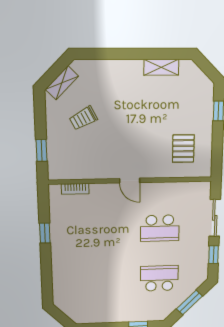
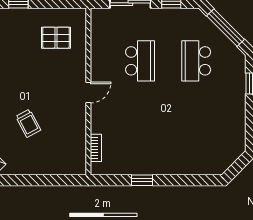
trolley: (83, 118) -> (28, 123), moved
window: (41, 150) -> (56, 180), removed
window: (189, 302) -> (226, 28), width x1.44

